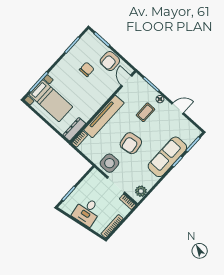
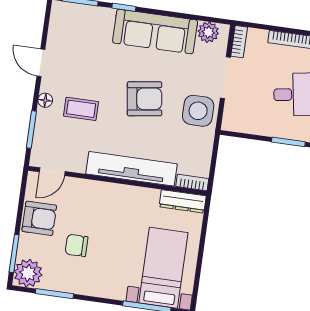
plant: (89, 40) -> (28, 273), added
sofa: (167, 157) -> (155, 32), moved

